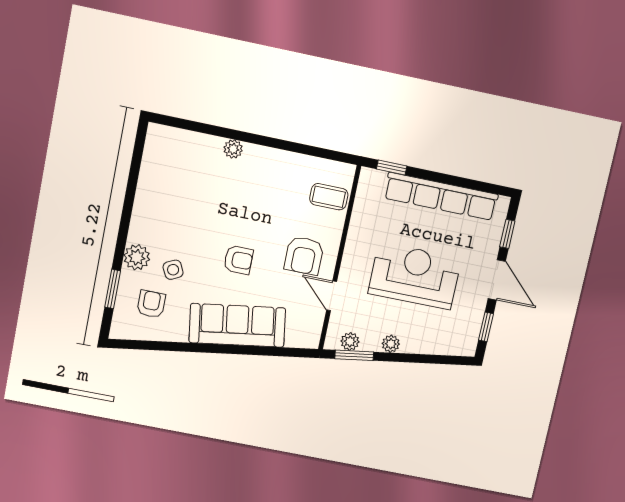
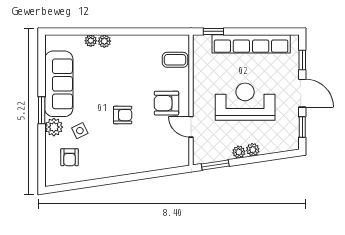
plant: (213, 144) -> (91, 41), added
armchair: (304, 256) -> (166, 103), turned 90
window: (113, 289) -> (42, 110), moved
armchair: (151, 304) -> (70, 157), turned 180
sofa: (237, 325) -> (59, 84), moved, turned 98
plant: (350, 341) -> (253, 150), moved

